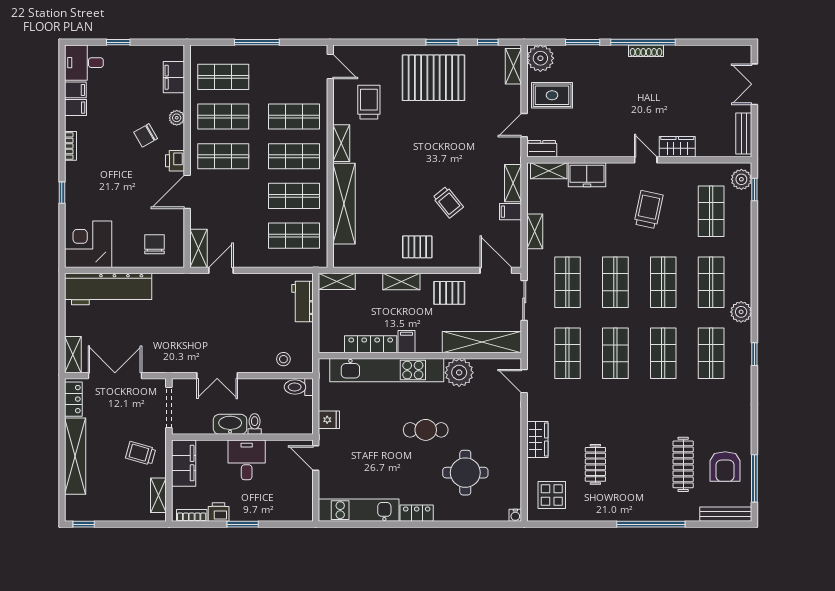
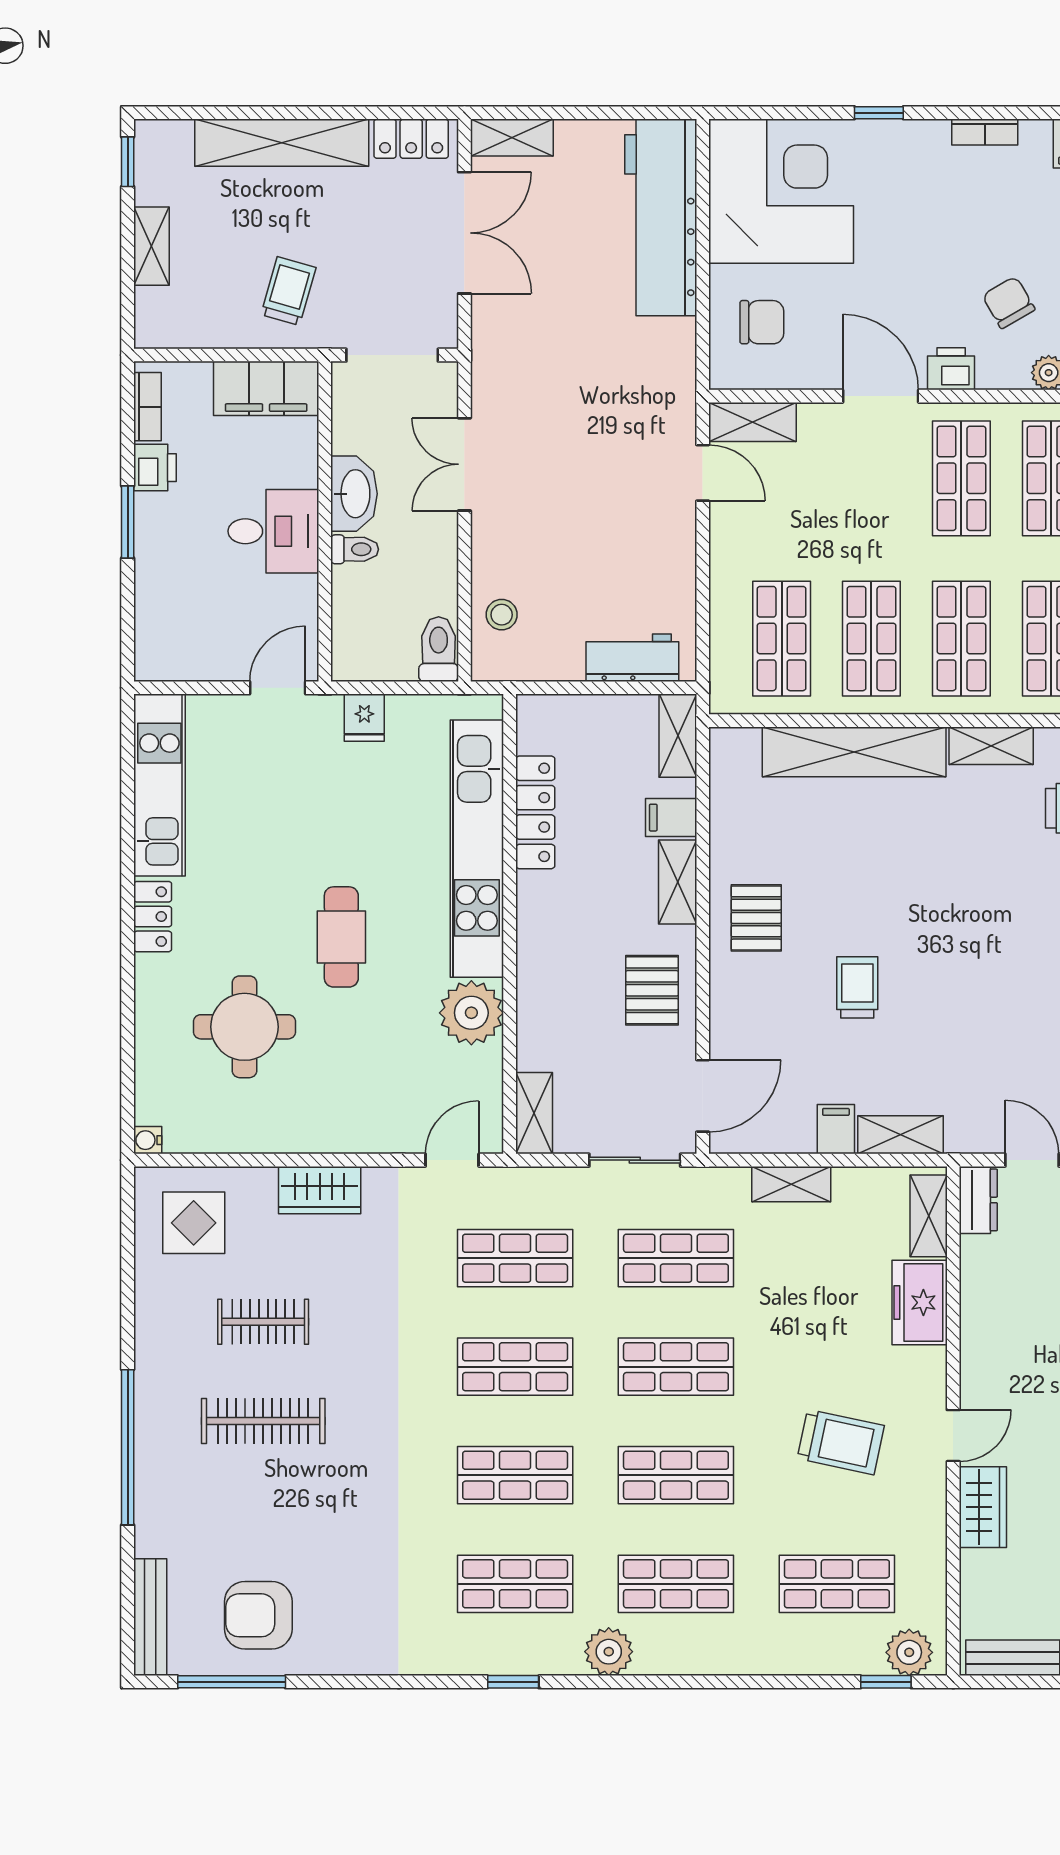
trolley: (448, 202) -> (857, 987), turned 129
corner desk: (88, 244) -> (781, 191), width x1.36, depth x1.36
filing cabinet: (407, 342) -> (671, 818), moved, turned 180
shelving: (482, 342) -> (534, 1113), width x0.45, depth x0.75
clothes rail: (683, 464) -> (263, 1421), moved
shelving: (158, 495) -> (151, 246), moved, turned 90

